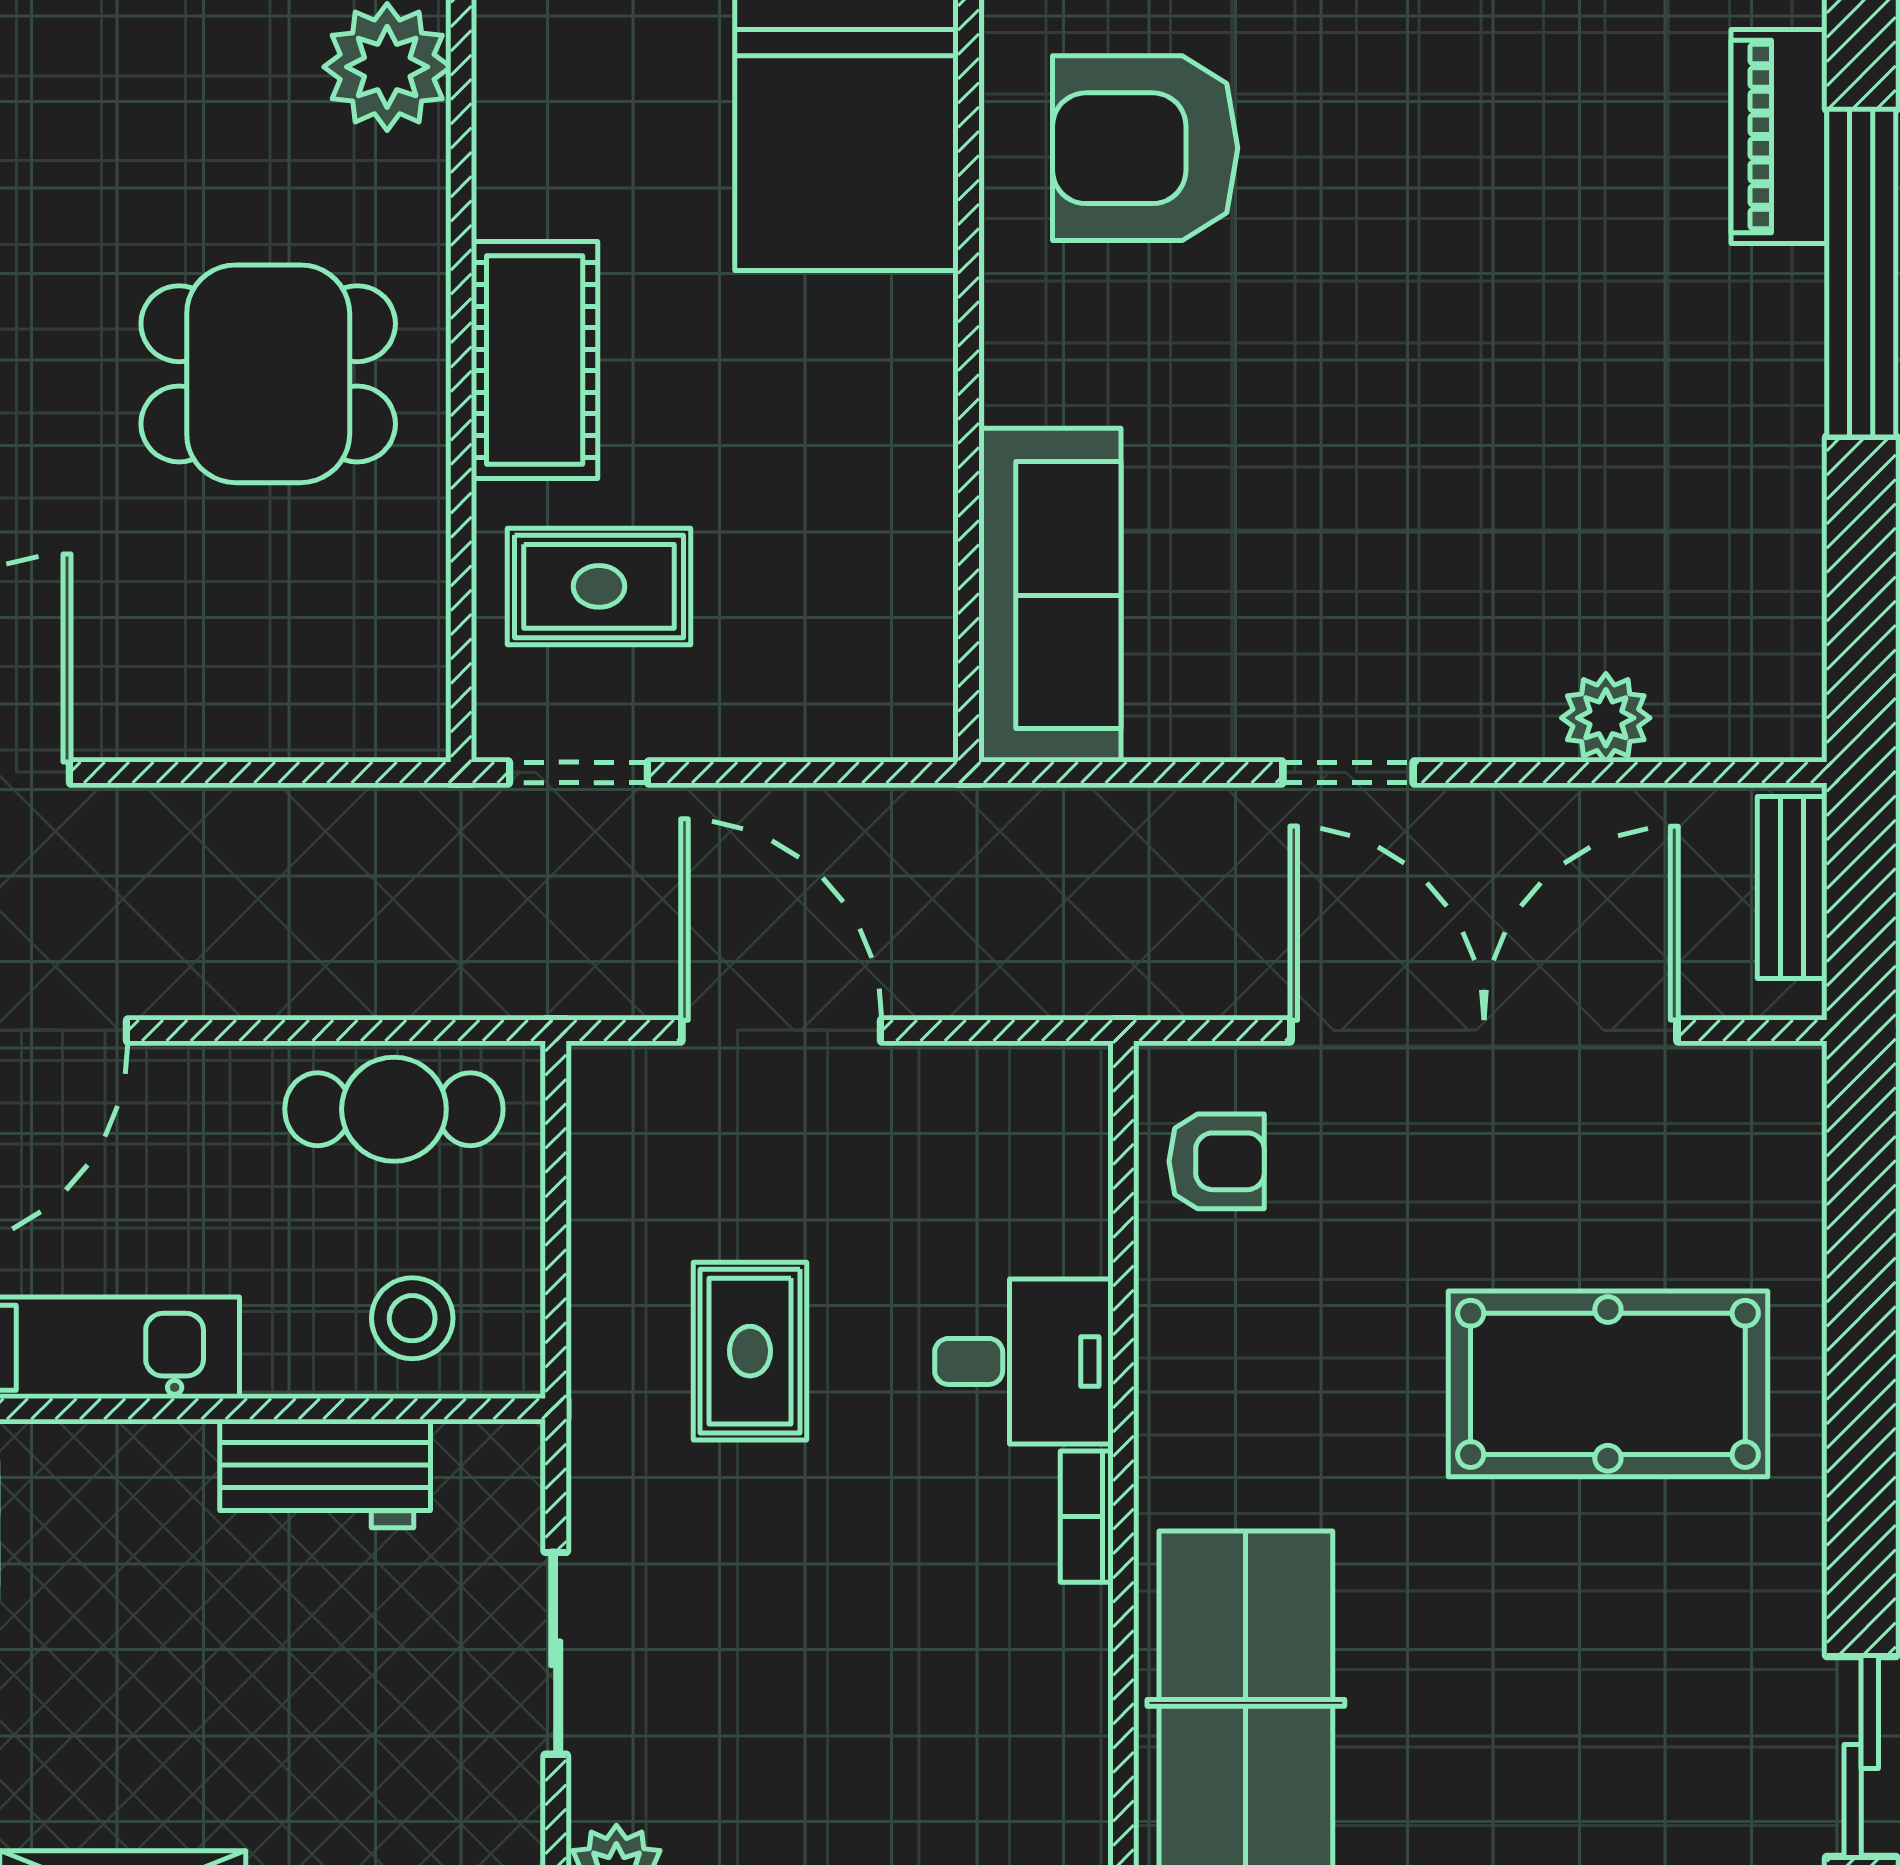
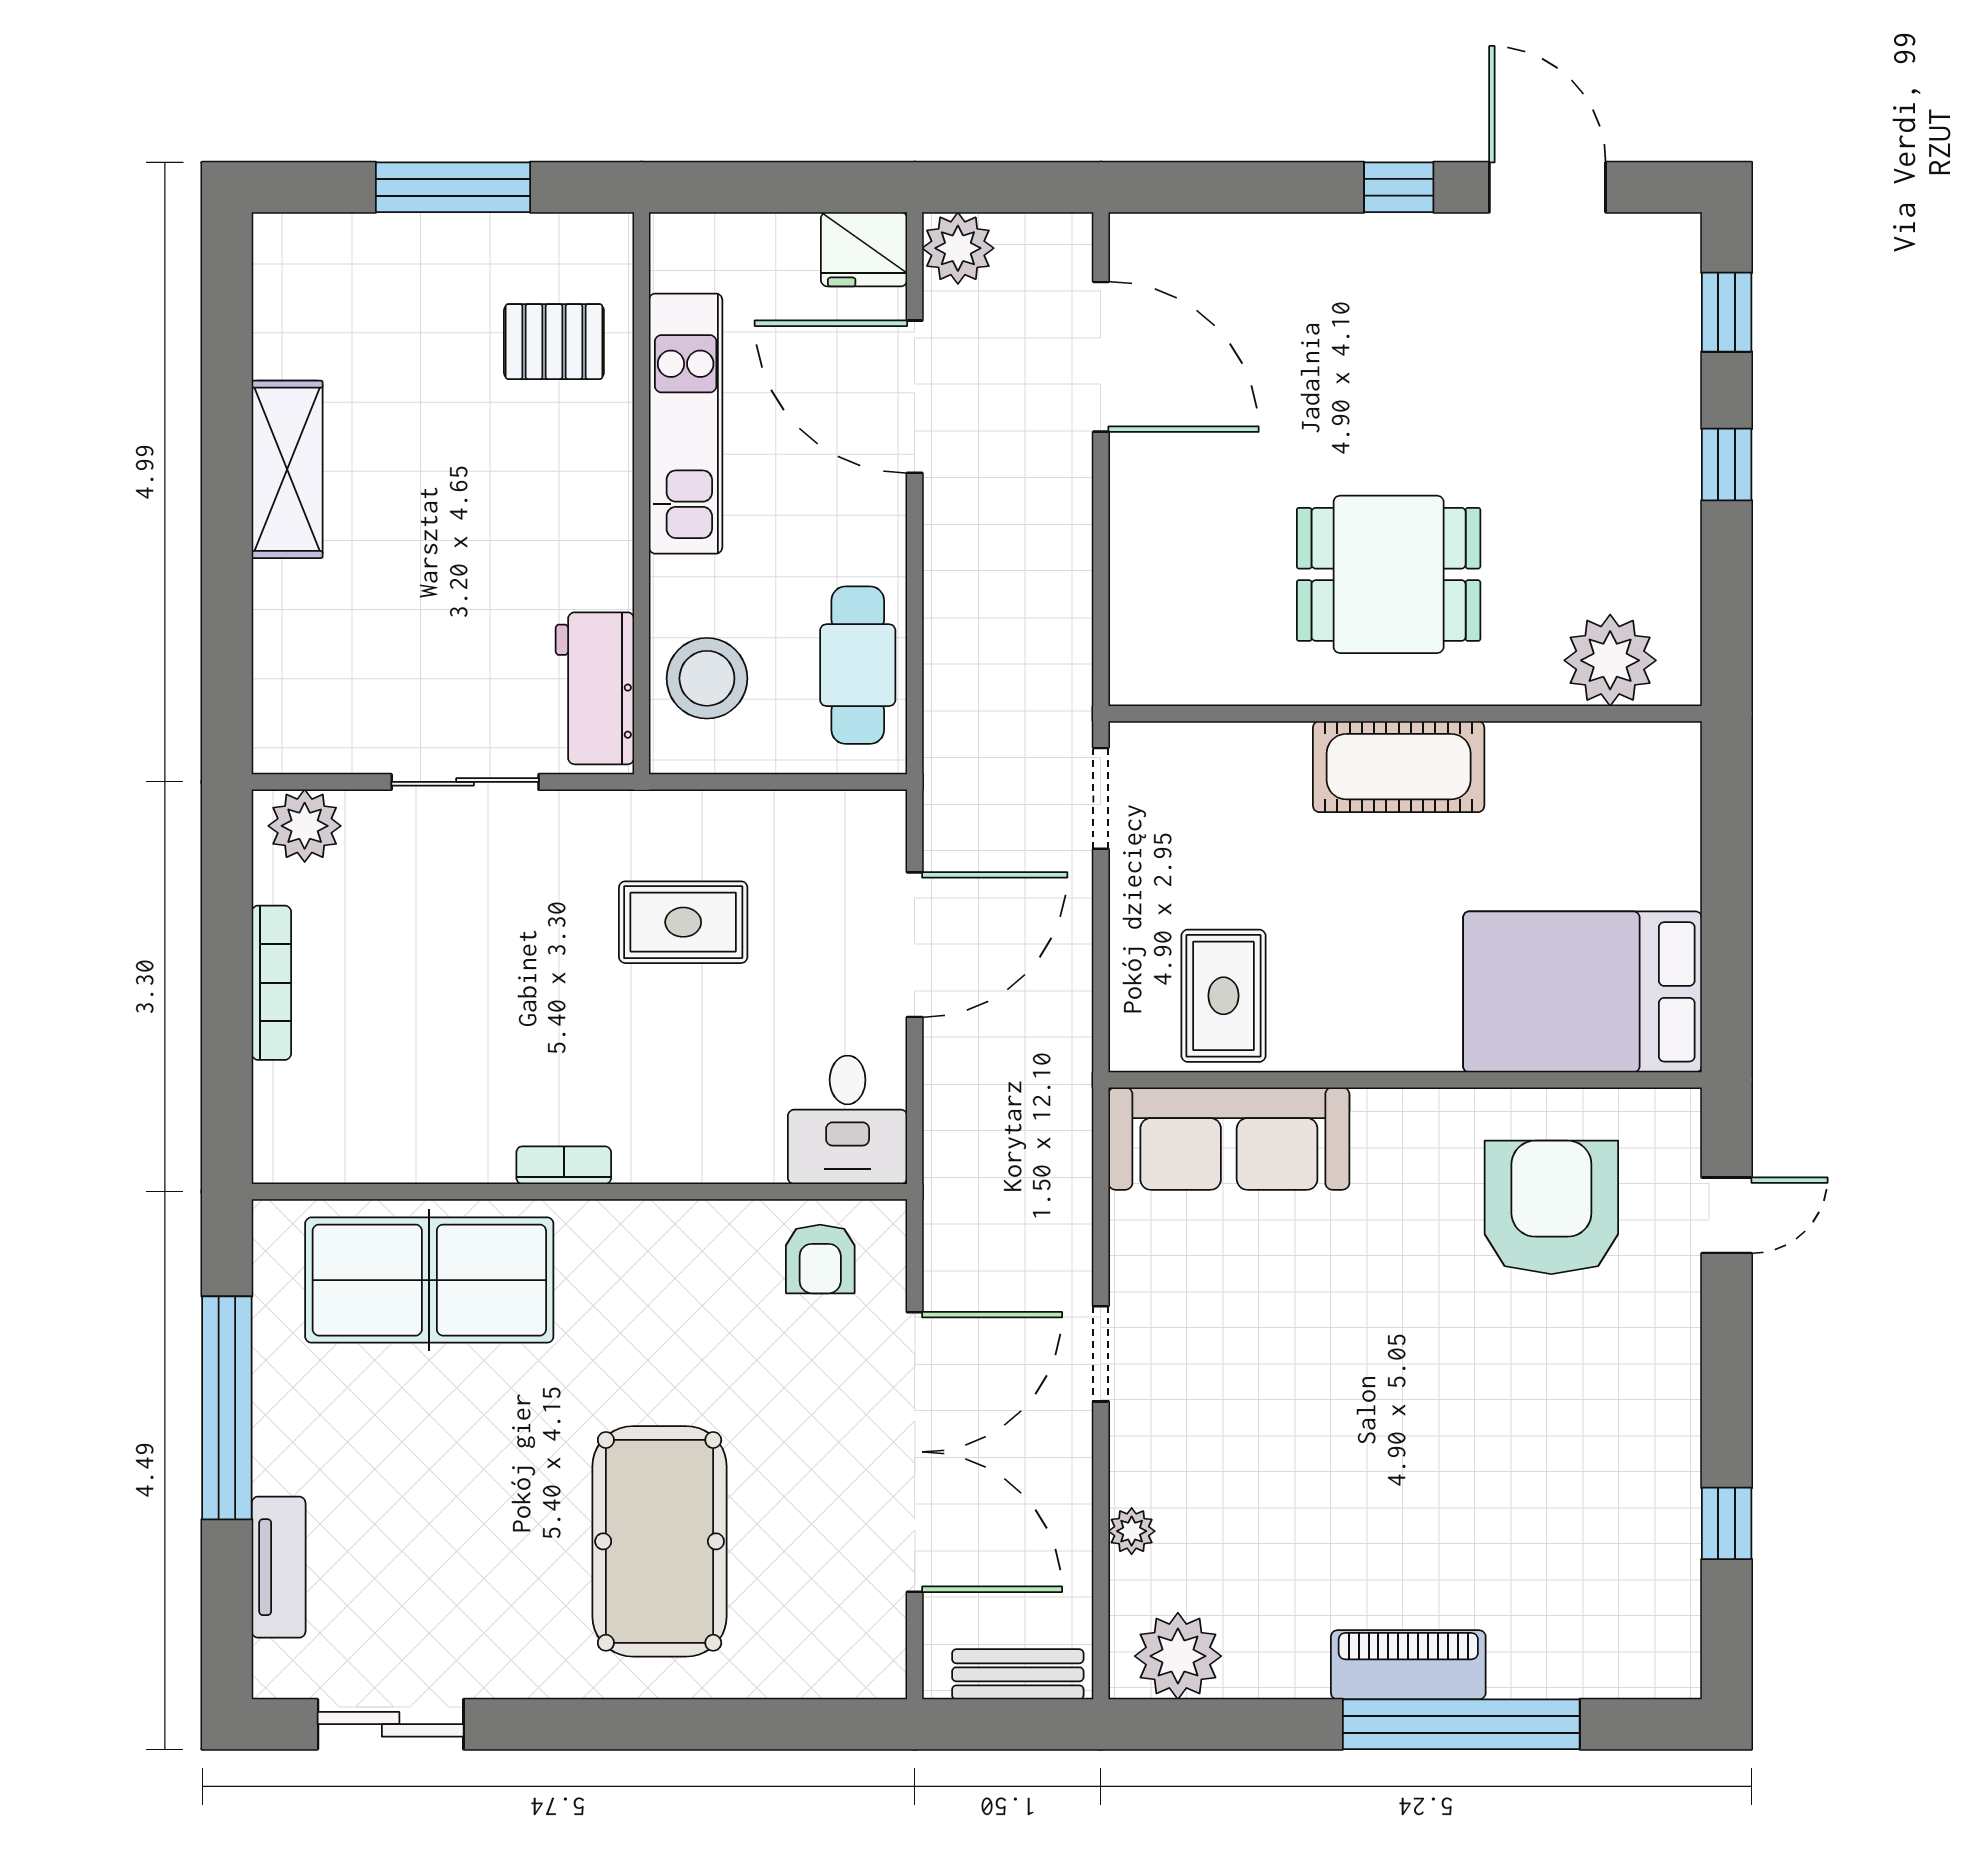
piano: (1779, 137) -> (1408, 1665), moved
dining table: (268, 374) -> (1389, 574), turned 90
rug: (599, 586) -> (1223, 996), moved
plant: (1767, 666) -> (1178, 1656), added
plant: (1606, 718) -> (1132, 1531), width x0.73, depth x0.73
stool: (412, 1318) -> (707, 678), width x1.38, depth x1.38
desk: (1024, 1361) -> (848, 1120), moved
workbench: (325, 1474) -> (595, 688), moved

